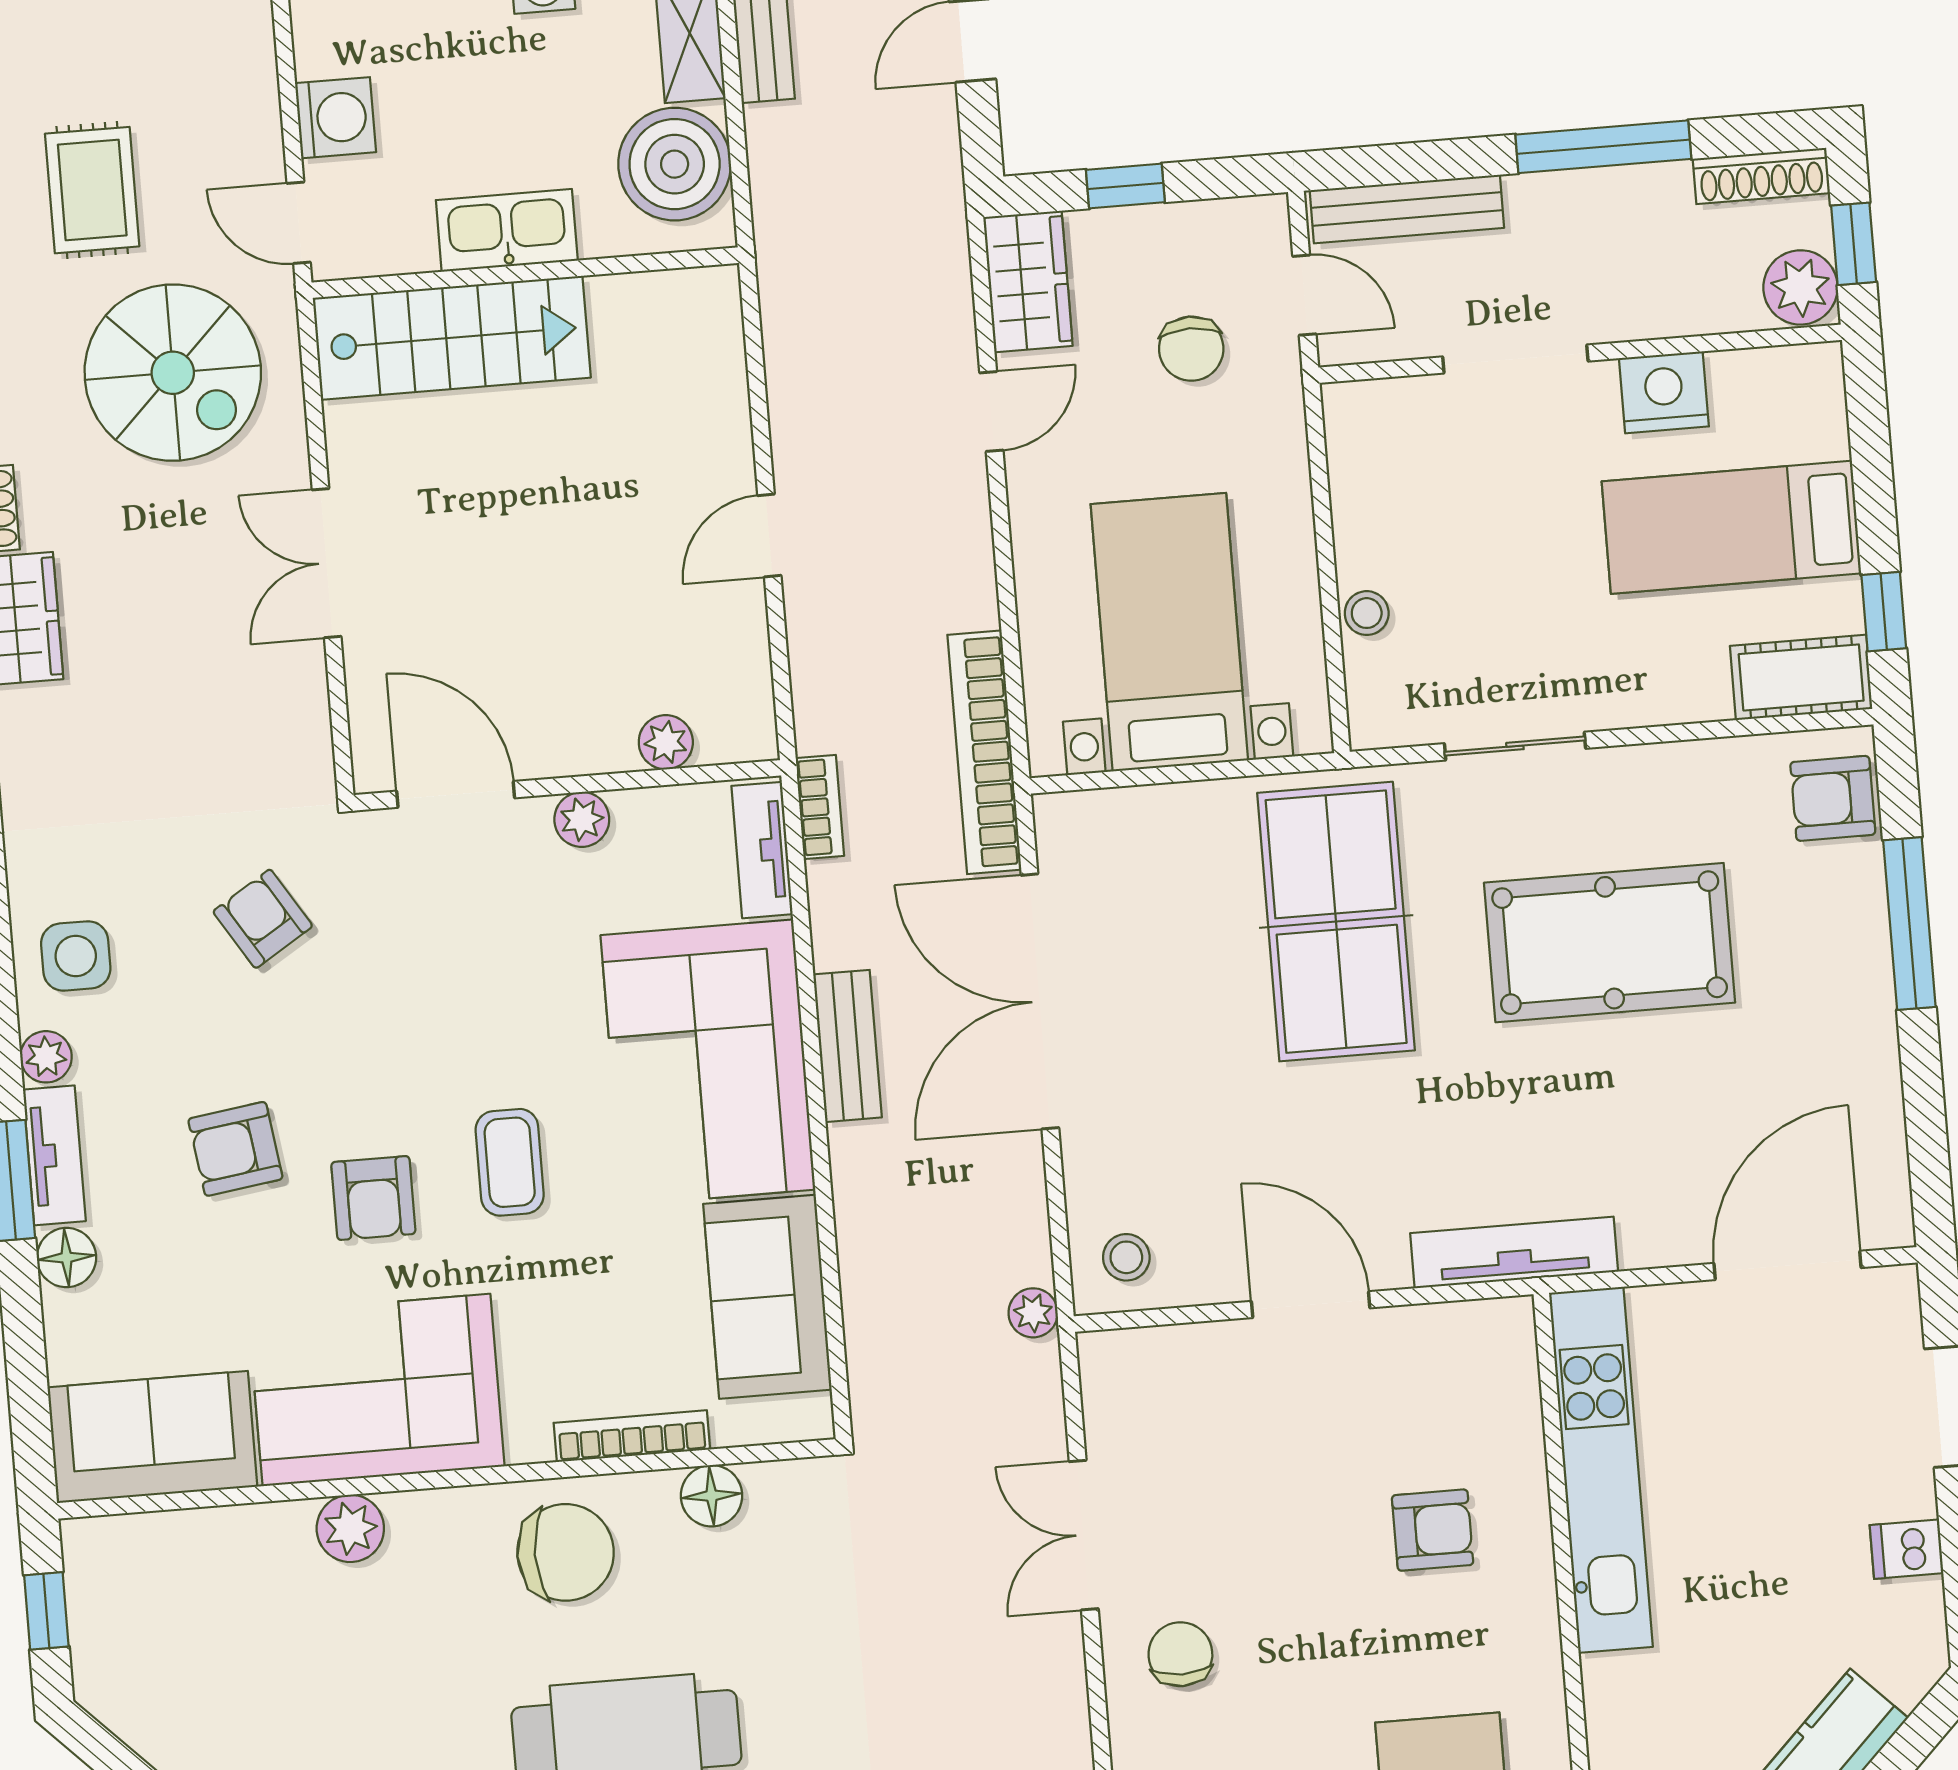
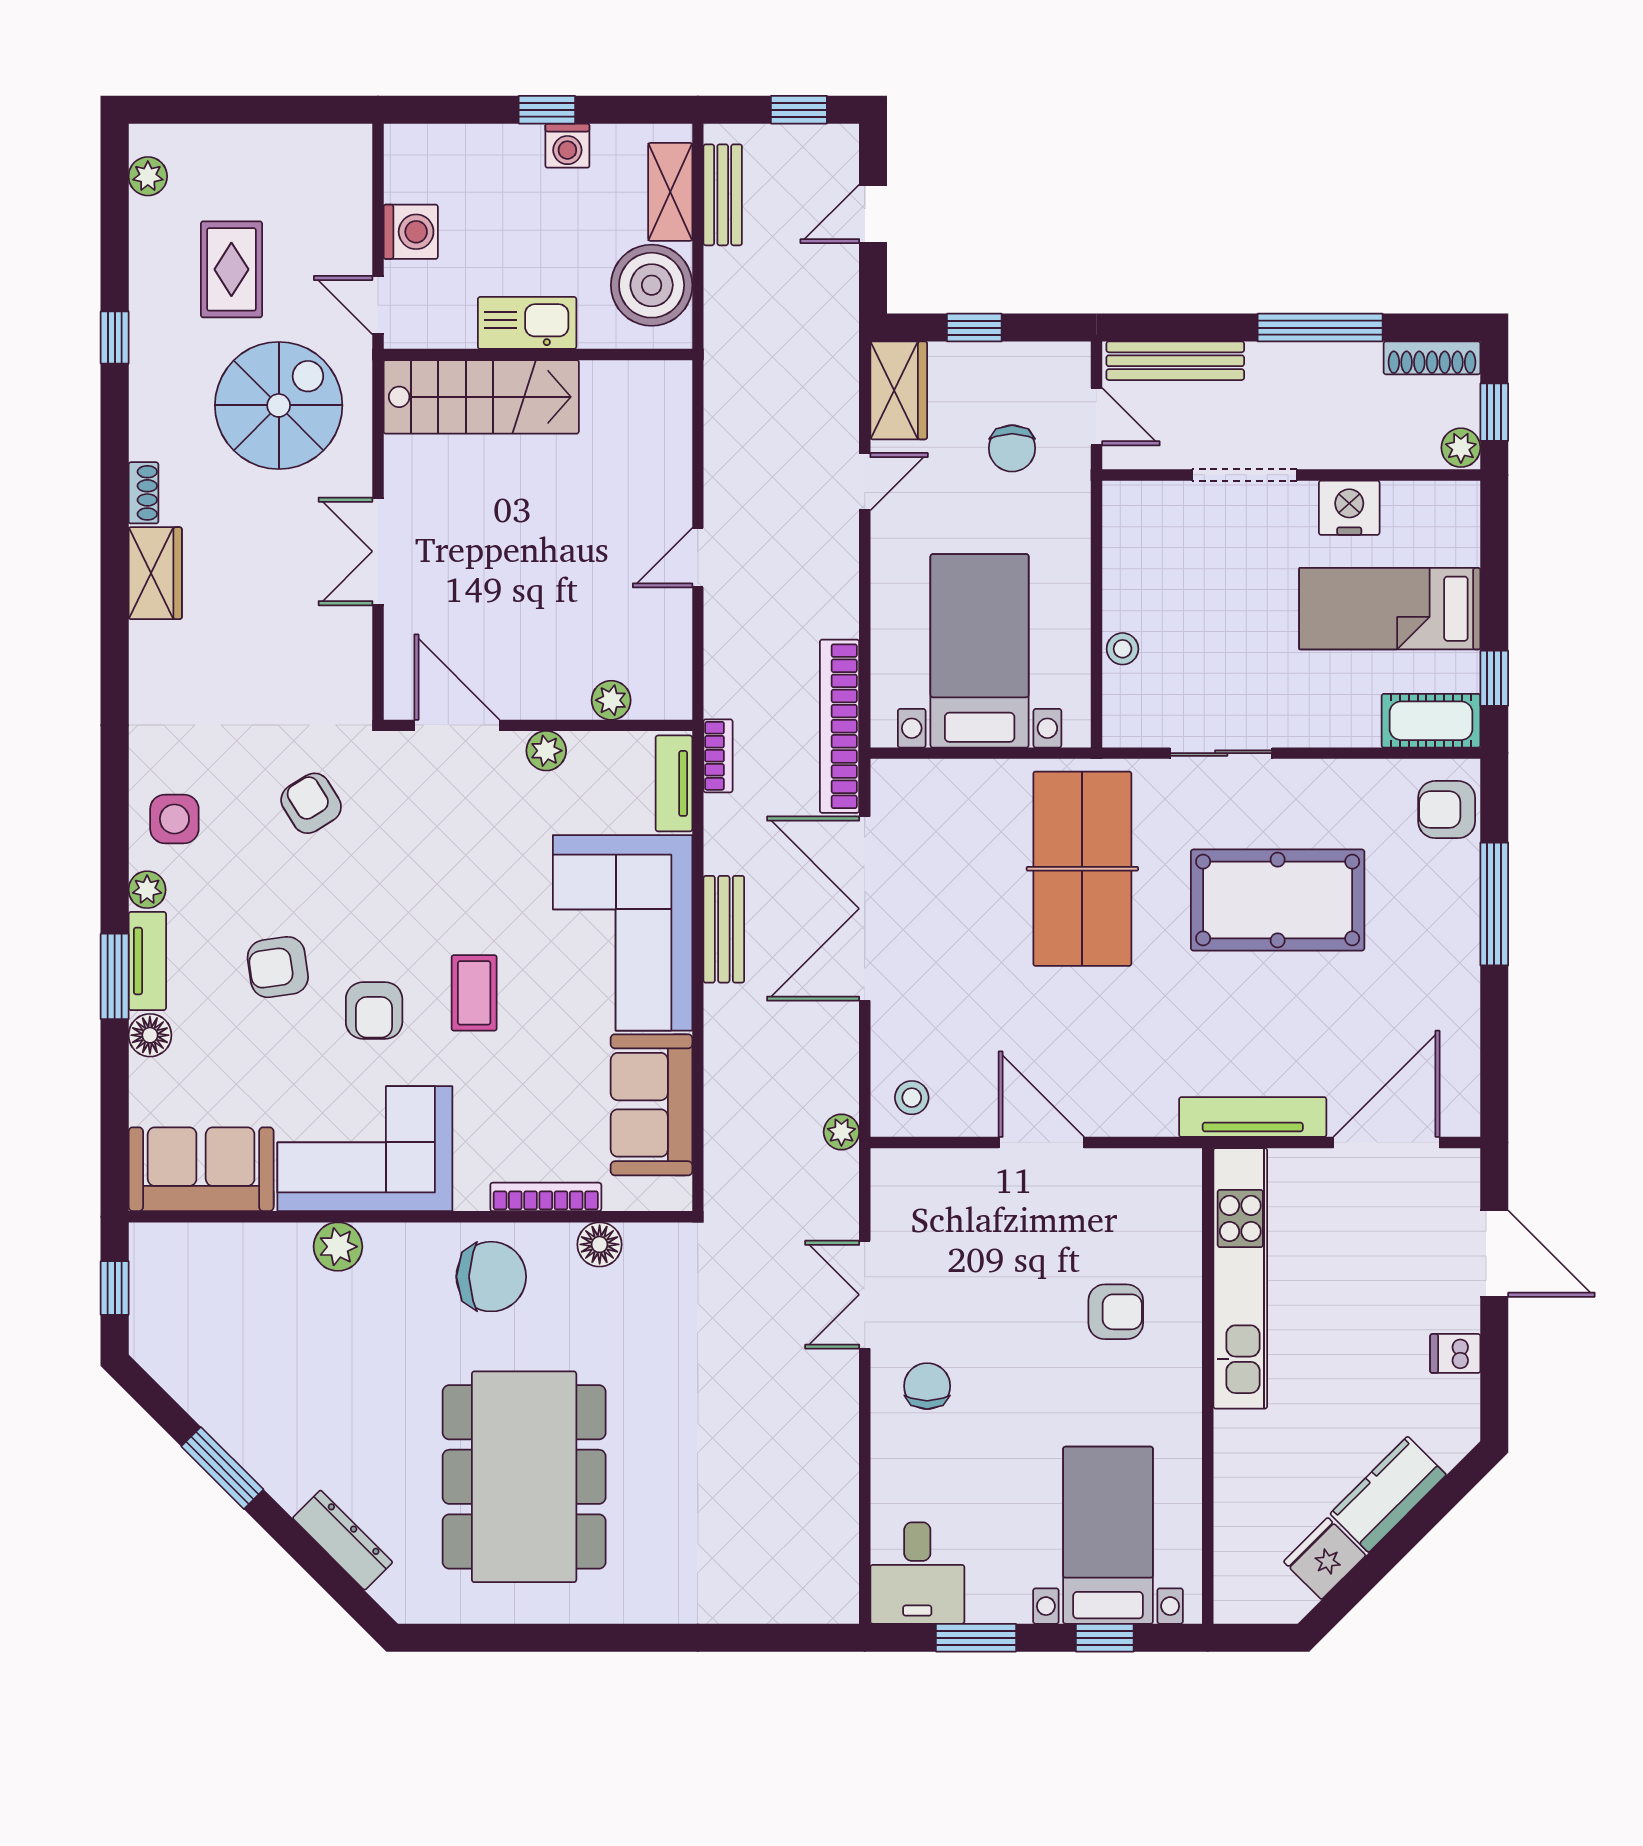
plant: (1800, 287) -> (1461, 448), width x0.73, depth x0.73
spiral stairs: (173, 373) -> (279, 405), turned -90
tv unit: (1514, 1252) -> (1253, 1117), moved

